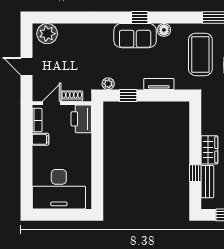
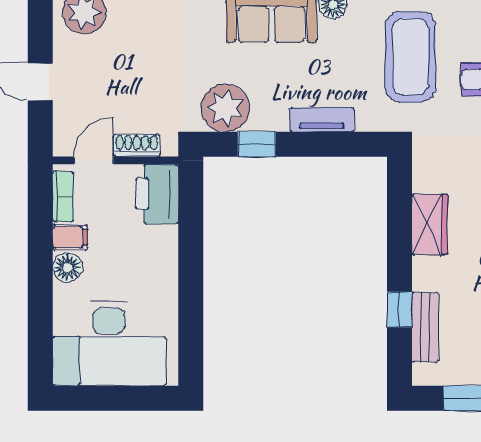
plant: (108, 84) -> (225, 108), width x1.87, depth x1.87
wardrobe: (209, 150) -> (430, 224), moved
floor lamp: (39, 153) -> (67, 267), added

